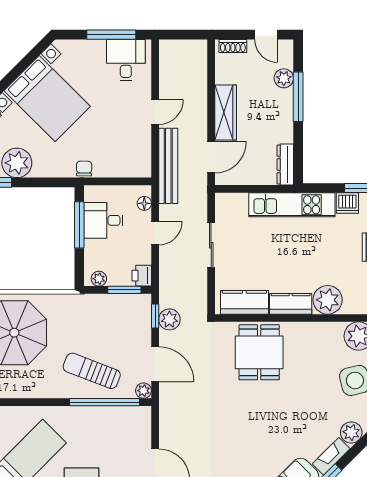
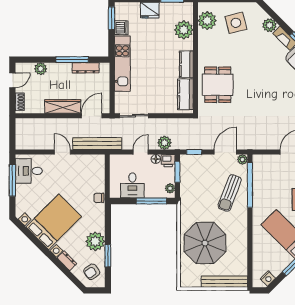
window: (298, 97) -> (72, 60), moved
door: (211, 157) -> (92, 116), hinge flipped
dresser: (285, 164) -> (86, 68), moved
floor lamp: (144, 203) -> (156, 159), moved
window: (79, 225) -> (151, 201), moved
door: (155, 233) -> (141, 152), hinge flipped
sliding door: (211, 245) -> (134, 116), moved
plant: (328, 300) -> (184, 30), moved
plant: (169, 319) -> (164, 143), moved
dining table: (259, 352) -> (218, 85), turned 90

